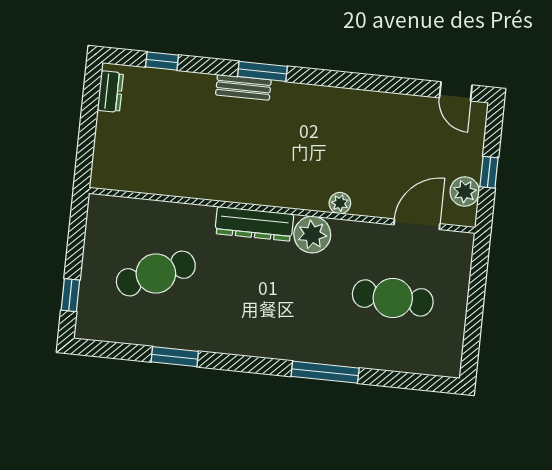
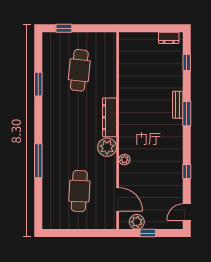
window: (376, 83) -> (187, 172), added
cafe table: (156, 274) -> (79, 70), turned 30

